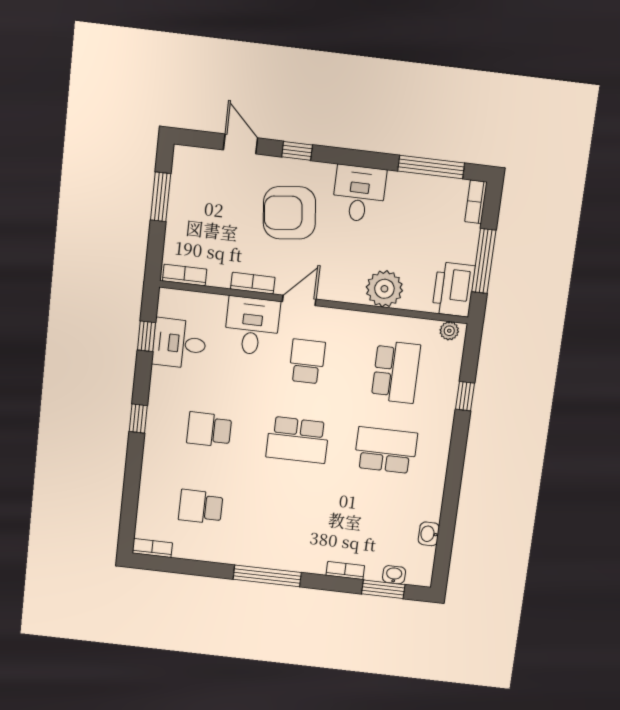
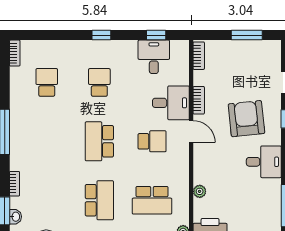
plant: (384, 289) -> (200, 191), width x0.53, depth x0.53

